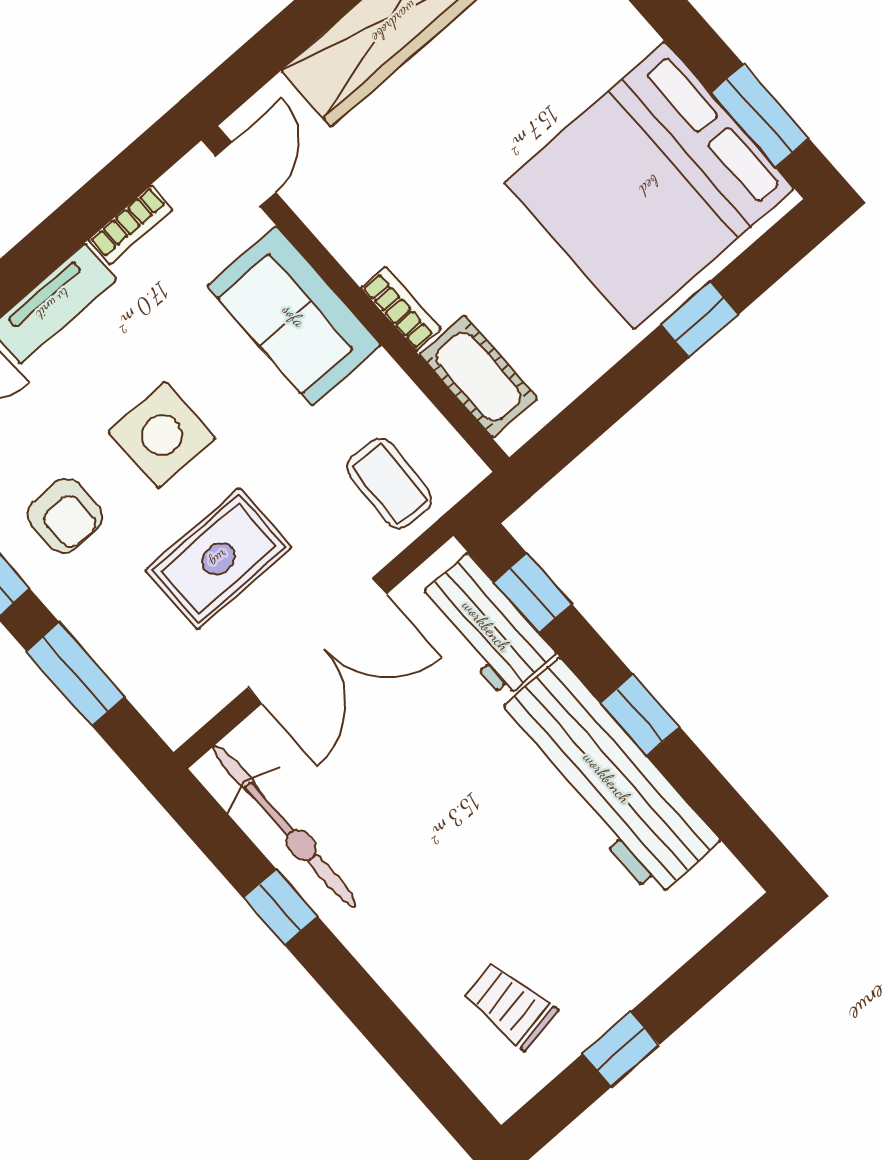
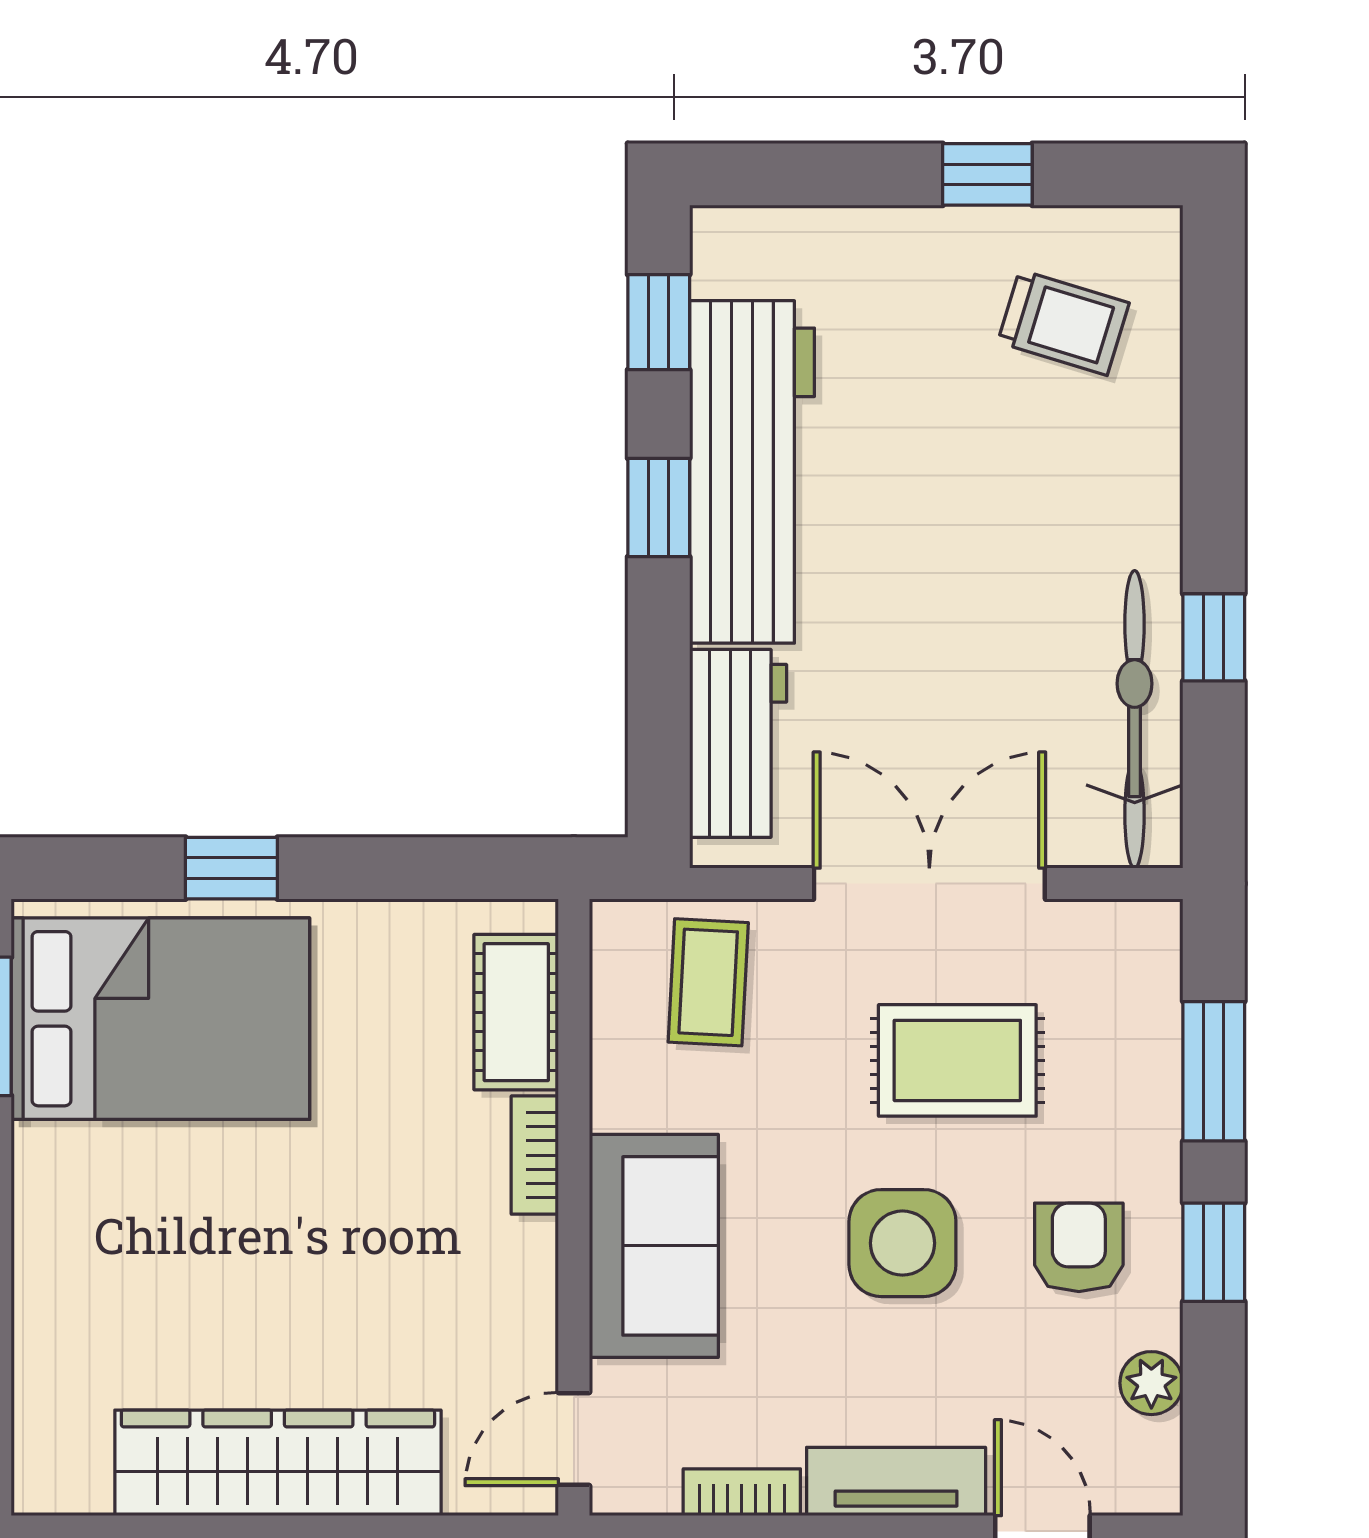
bed: (649, 185) -> (160, 1019), width x0.73
window: (533, 593) -> (659, 322), moved
trolley: (510, 1006) -> (1063, 323), turned -63

